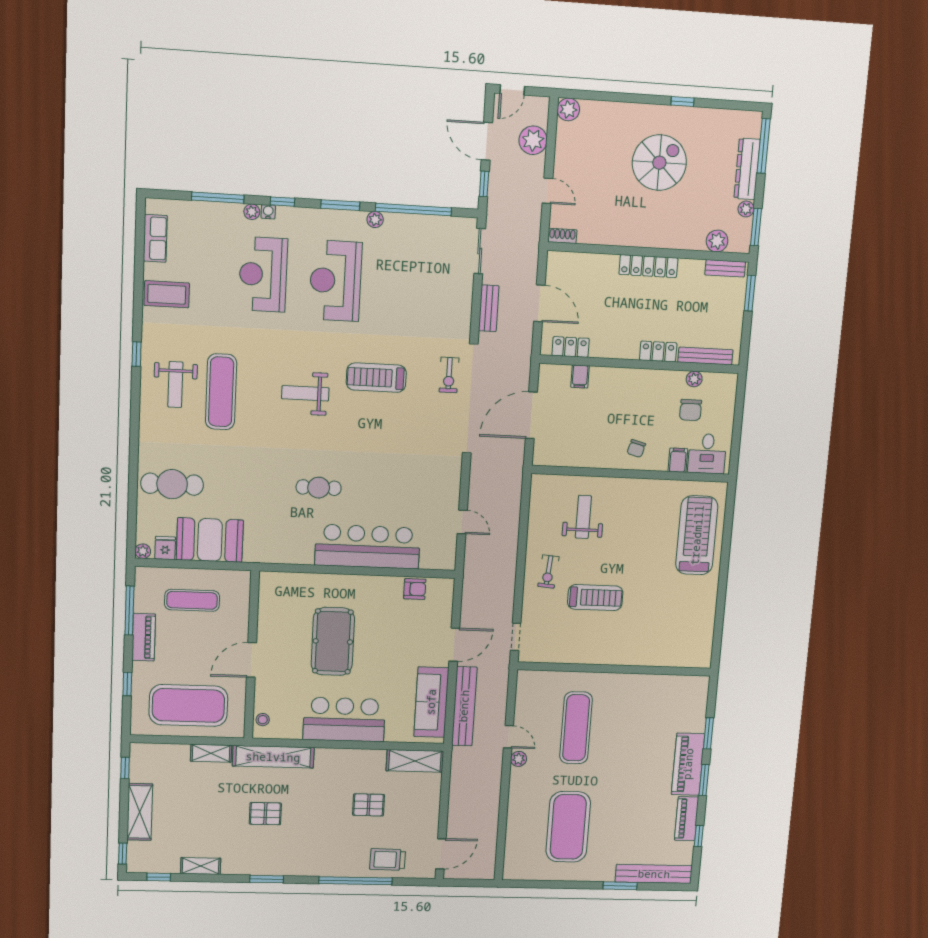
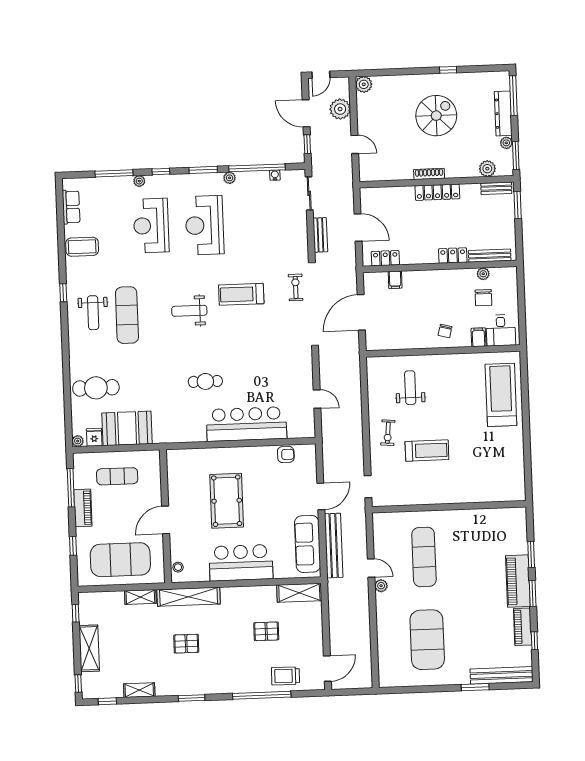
water cooler: (268, 212) -> (275, 175), moved
shoe rack: (562, 236) -> (429, 174), moved, width x1.43
exercise bike: (449, 375) -> (296, 287), turned 180

